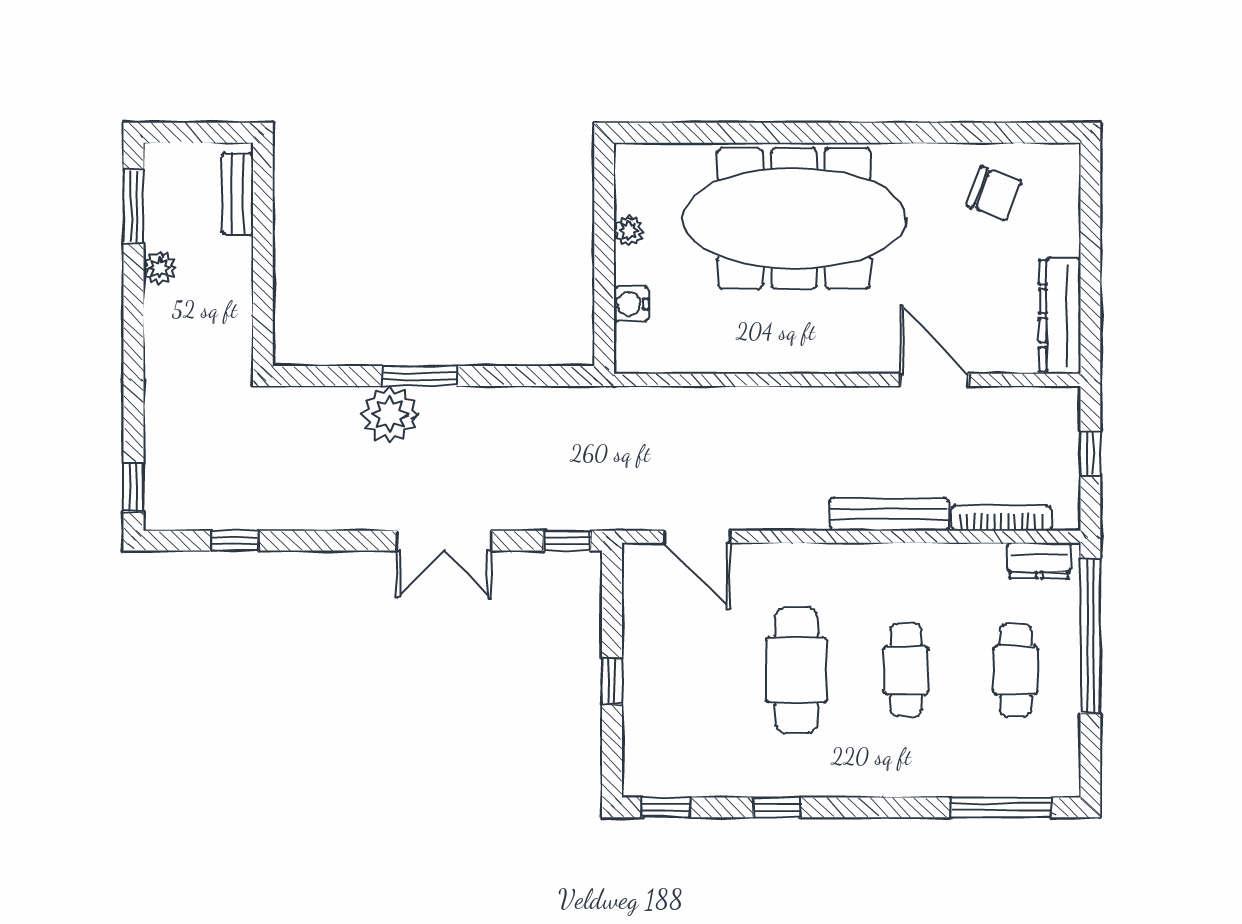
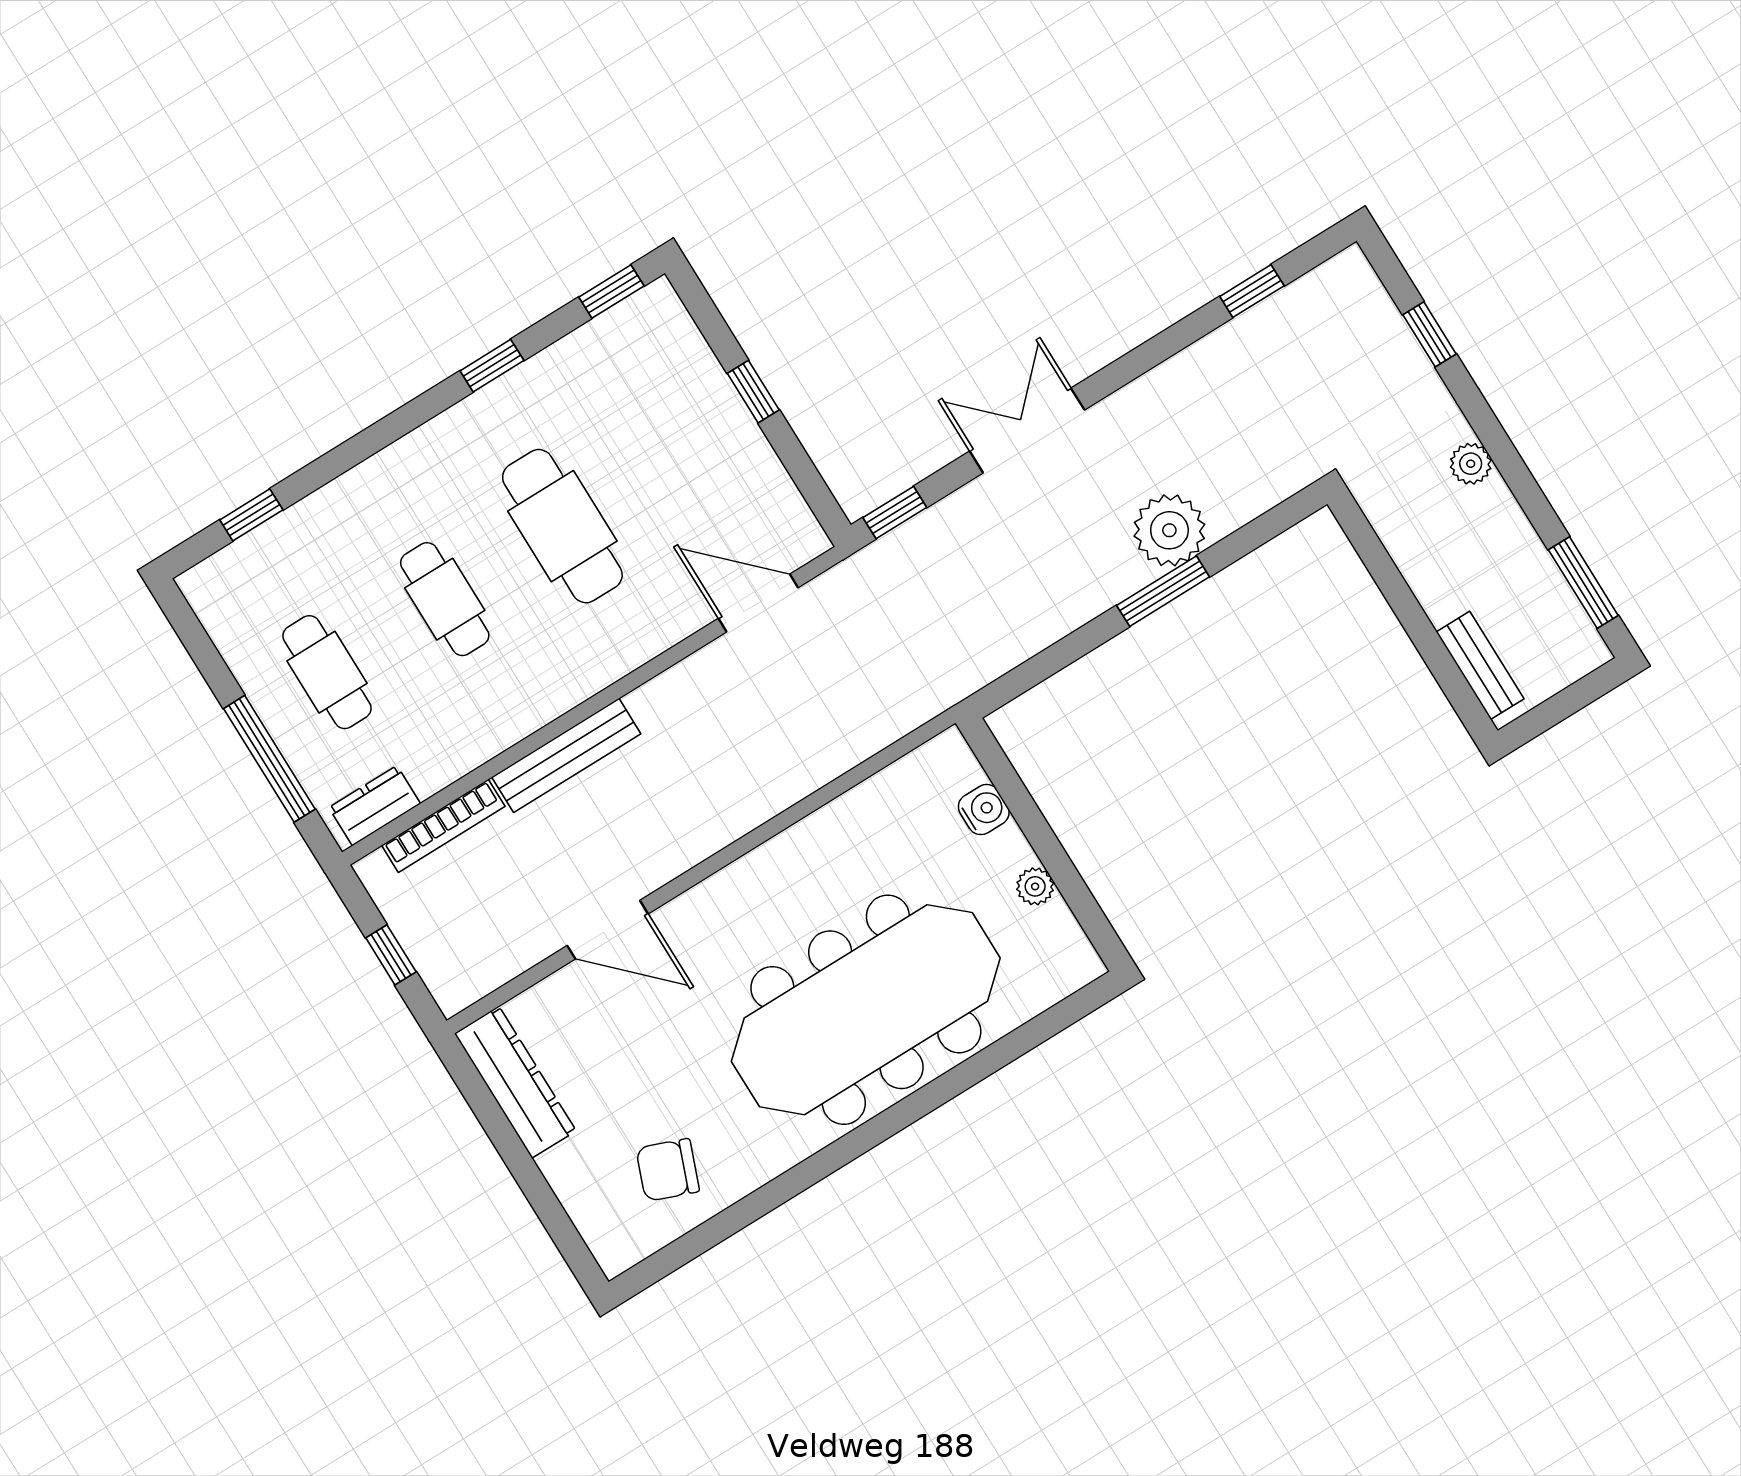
plant: (160, 268) -> (1471, 464), moved
window: (133, 487) -> (1430, 334), moved
window: (1090, 636) -> (269, 759), width x0.68
window: (1001, 807) -> (251, 515), width x0.46

